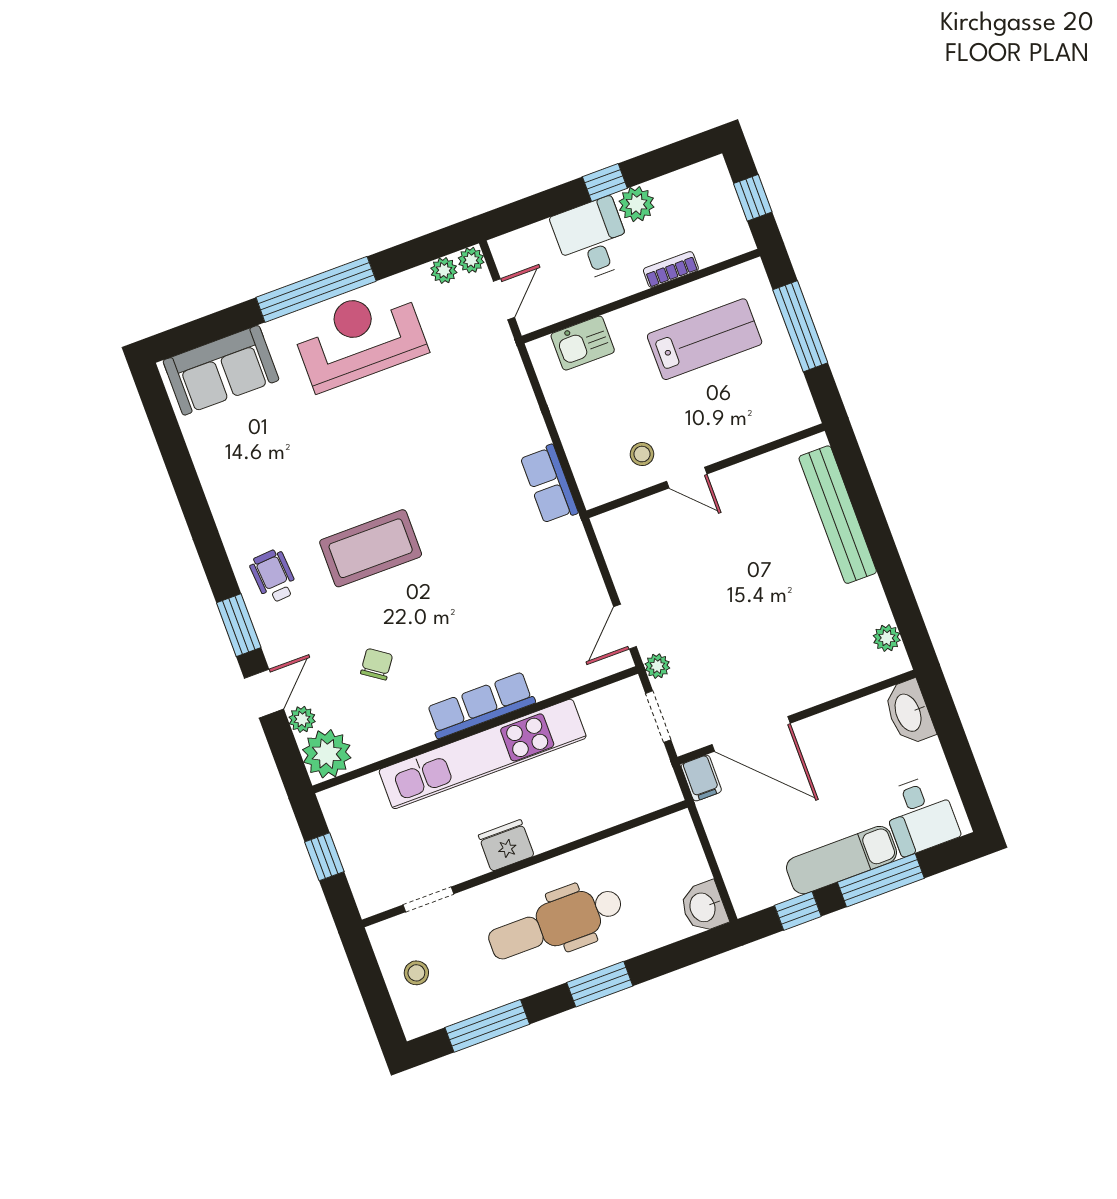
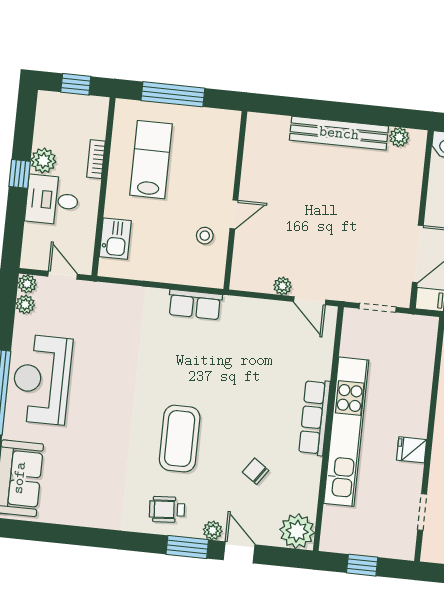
bench: (838, 515) -> (339, 133), moved
plant: (657, 666) -> (282, 286), moved
plant: (302, 719) -> (213, 530), moved
fridge: (506, 845) -> (412, 450), width x0.72

